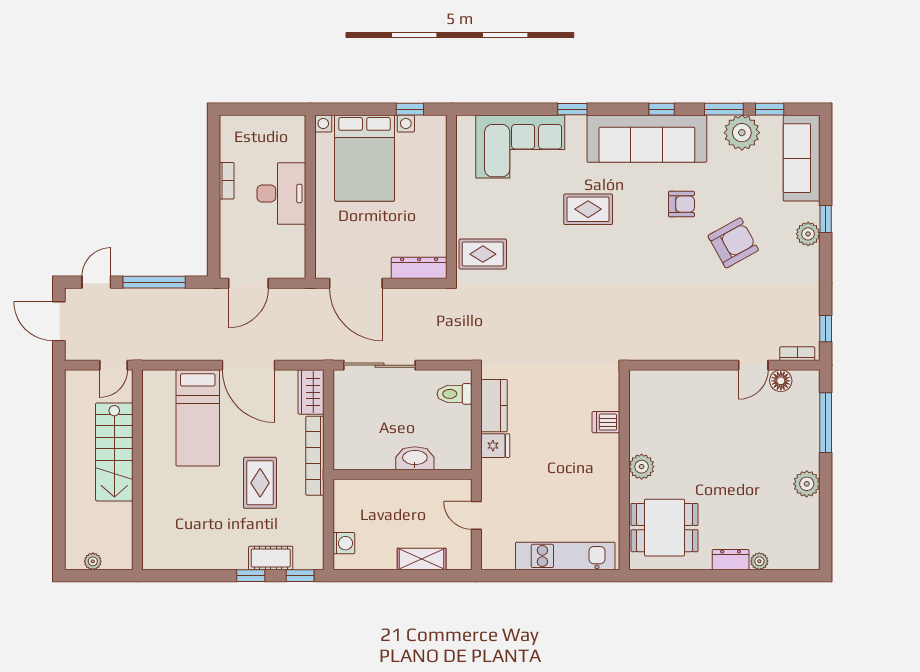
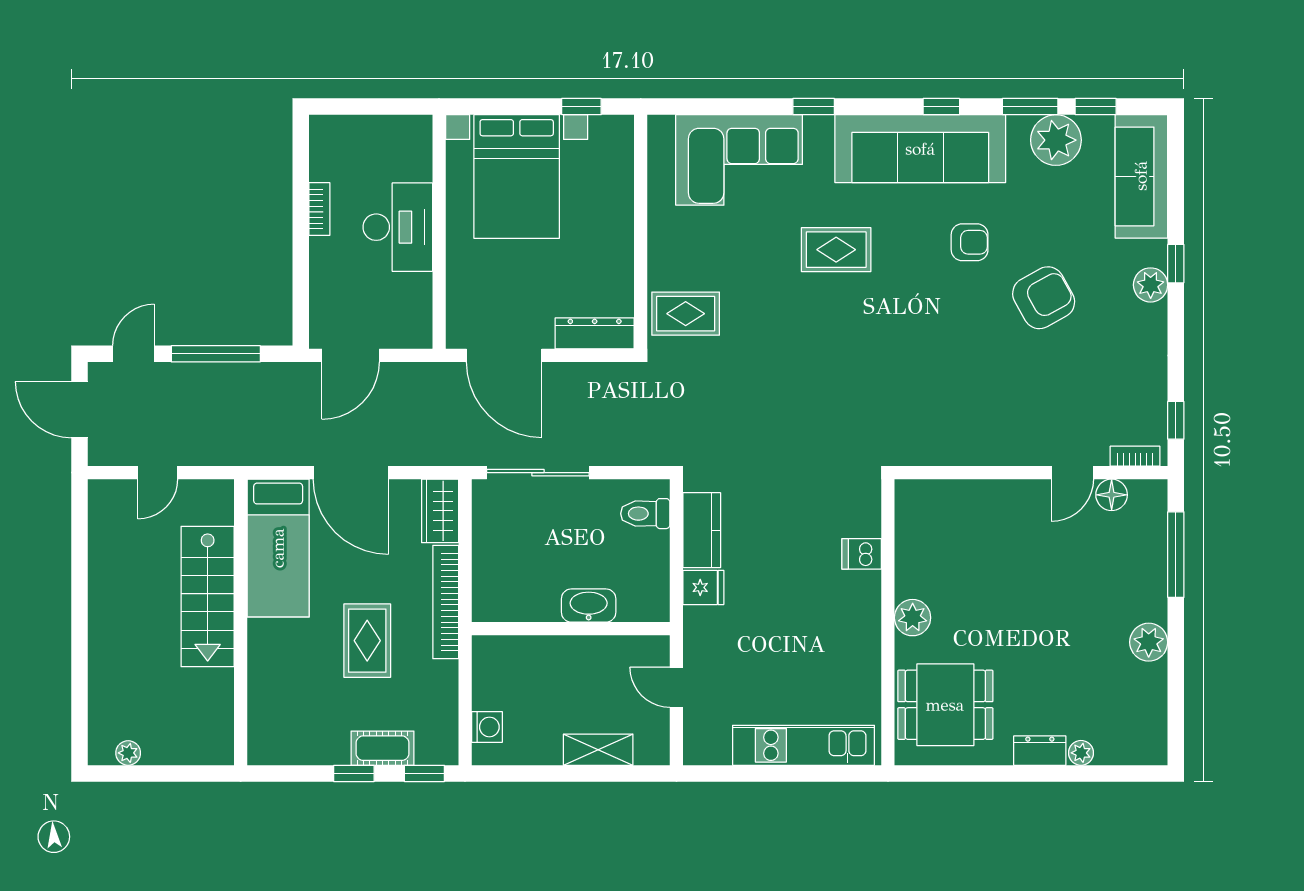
stairs: (114, 452) -> (208, 597), moved
wall: (137, 470) -> (241, 622), moved

